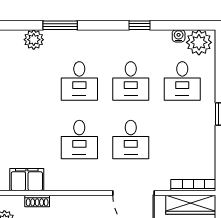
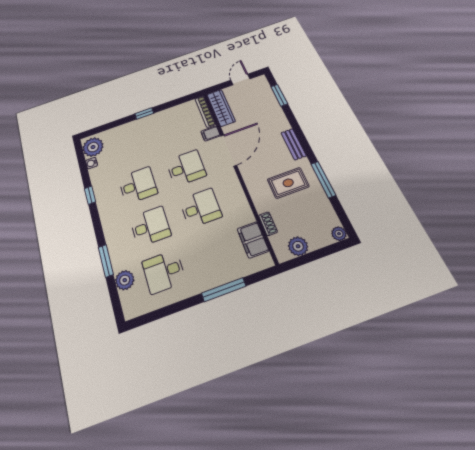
desk: (182, 81) -> (164, 272), moved, turned 180
filing cabinet: (162, 181) -> (211, 134), added

